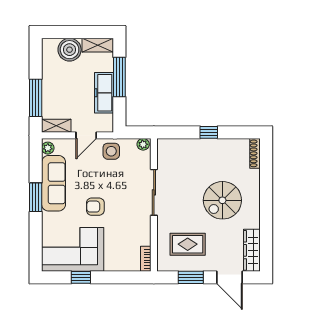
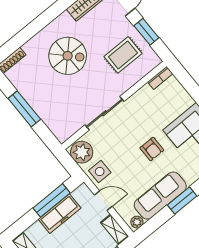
window: (119, 77) -> (52, 200), moved
window: (209, 132) -> (24, 109), width x2.17
plant: (143, 144) -> (82, 152), width x1.88, depth x1.88
rug: (188, 244) -> (123, 55), turned 90

